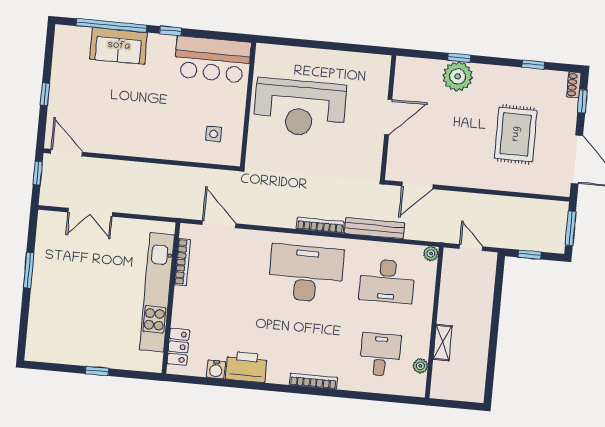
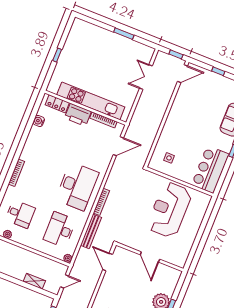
shelving: (443, 343) -> (34, 281), moved
printer: (246, 367) -> (78, 115), moved, turned 90

